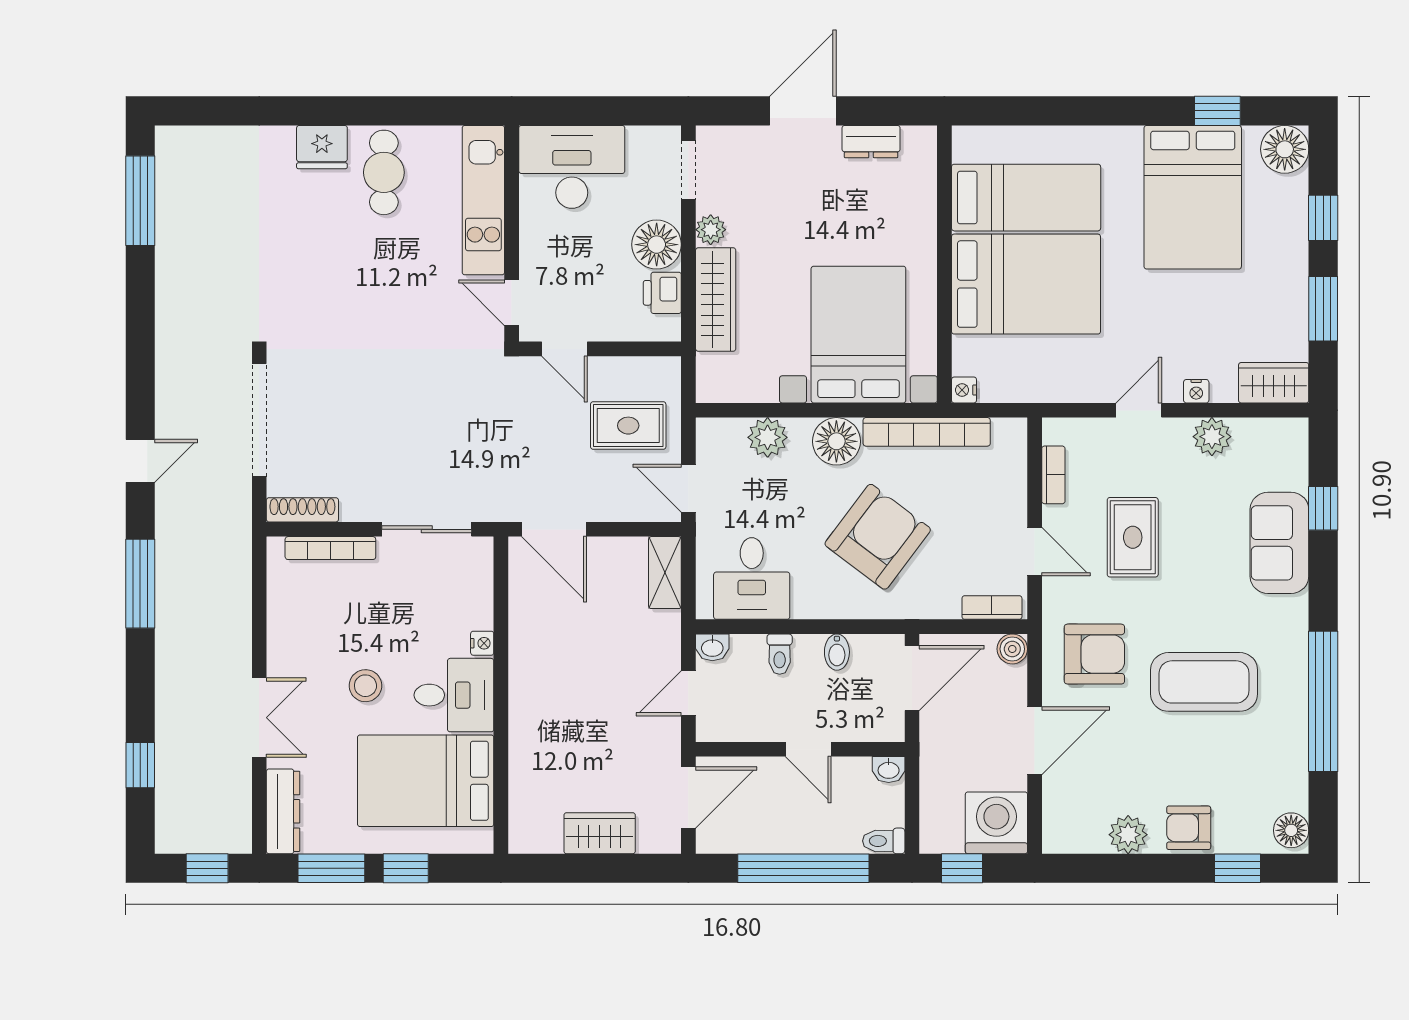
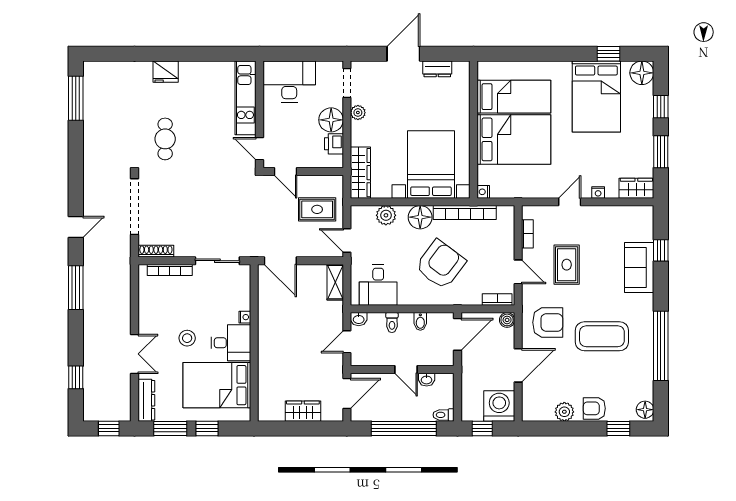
cafe table: (384, 172) -> (165, 139), moved
wardrobe: (716, 299) -> (360, 173), moved
plant: (1212, 437) -> (606, 215), removed
washbasin: (889, 770) -> (427, 380), moved

